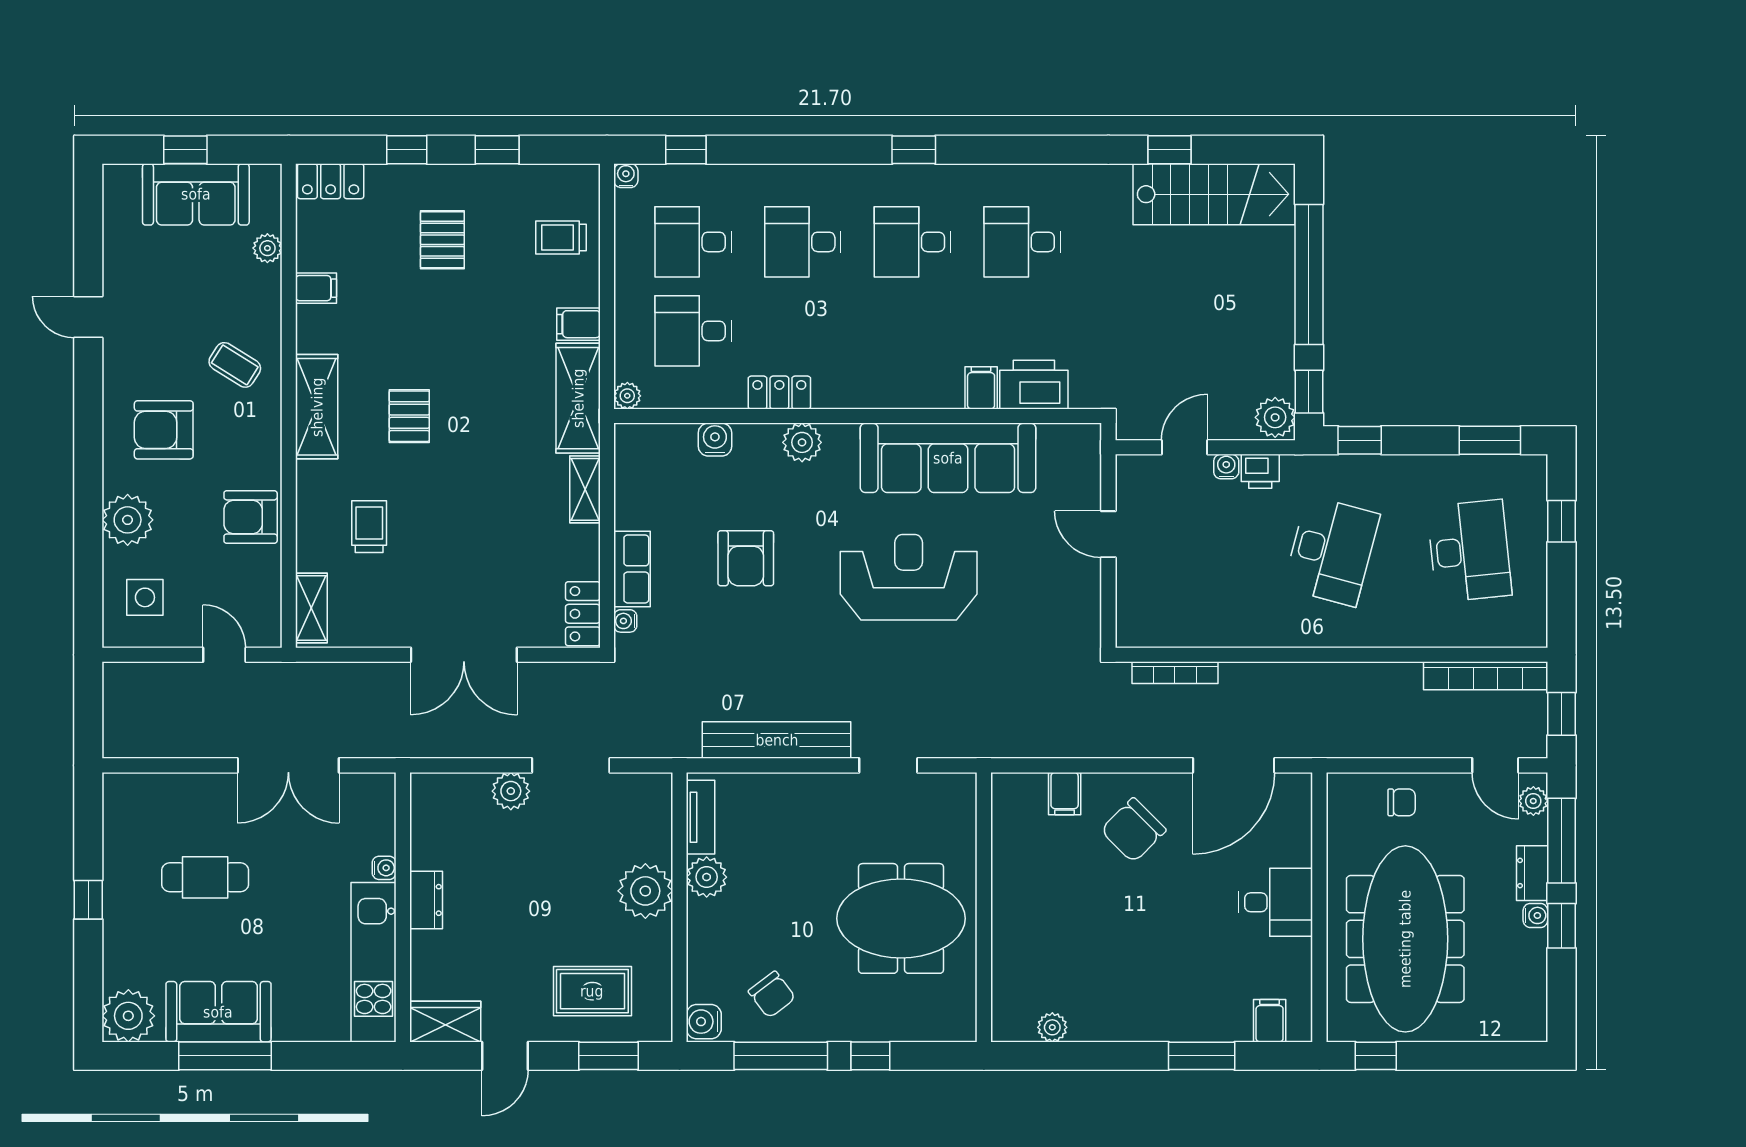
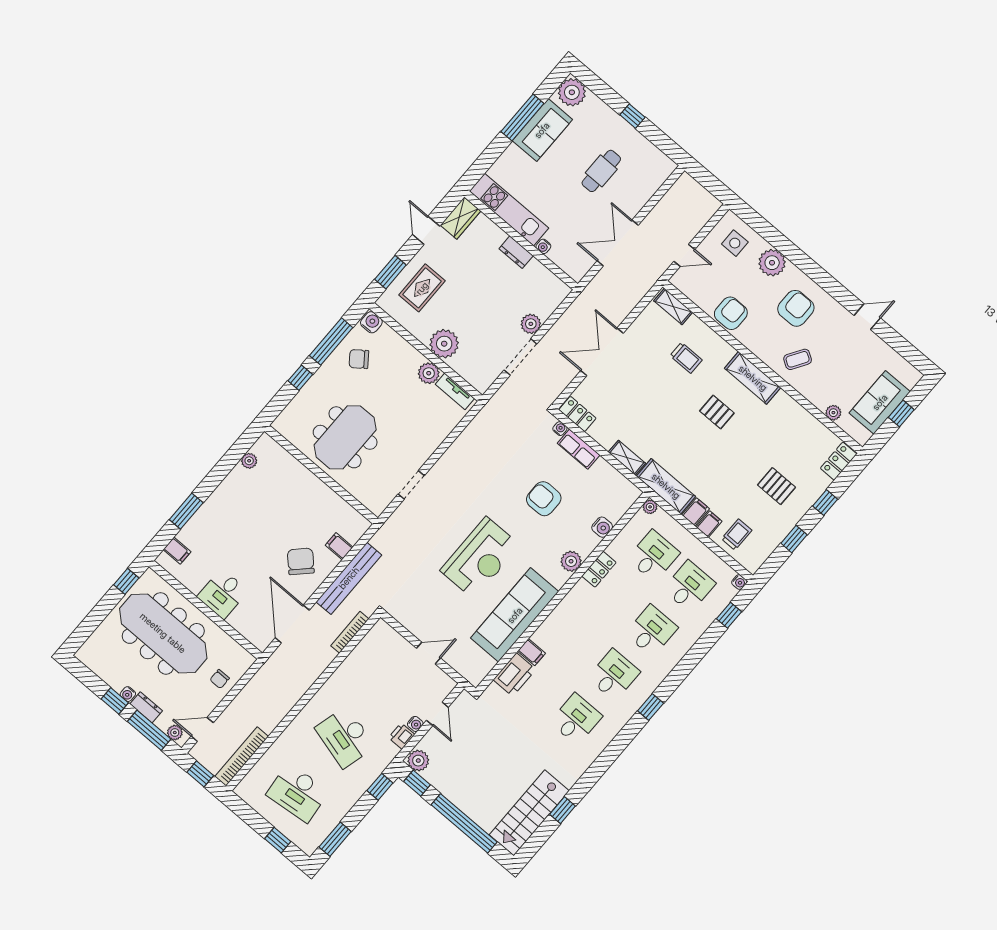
filing cabinet: (316, 288) -> (709, 524), moved, turned 180
bench: (777, 740) -> (349, 578), moved

